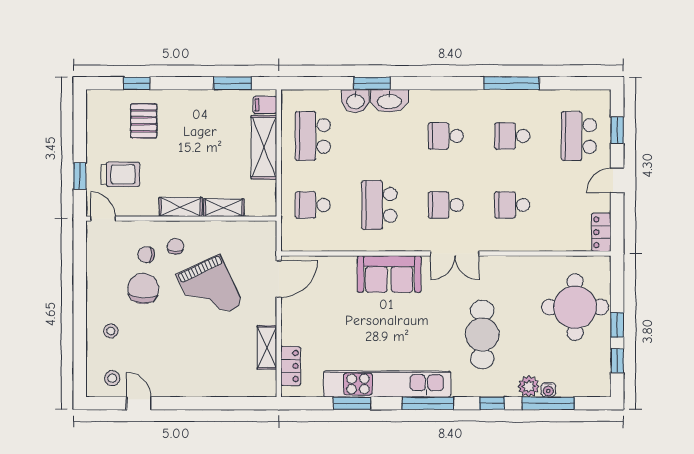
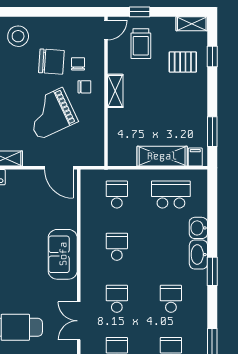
window: (372, 83) -> (212, 271), moved
school desk: (379, 205) -> (117, 247), width x0.54
shelving: (224, 208) -> (192, 24), moved, turned 90
double door: (455, 254) -> (79, 321), moved
stool: (111, 331) -> (18, 36), width x1.89, depth x1.89

